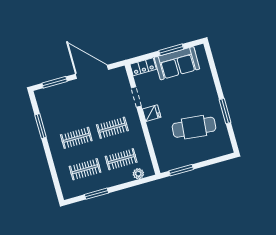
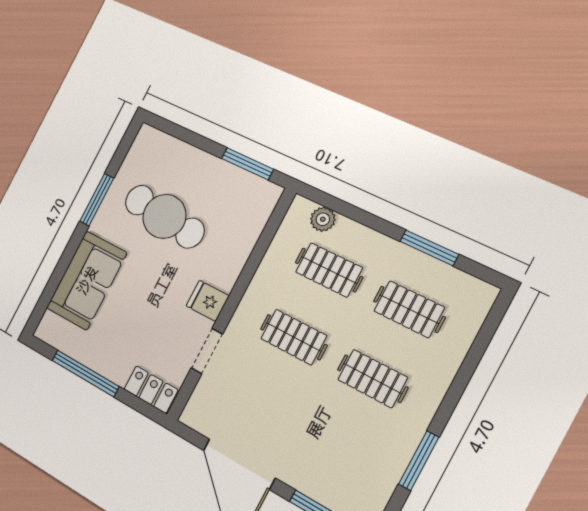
window: (171, 50) -> (85, 373), width x1.44
sofa: (177, 63) -> (87, 280), moved, turned 90

